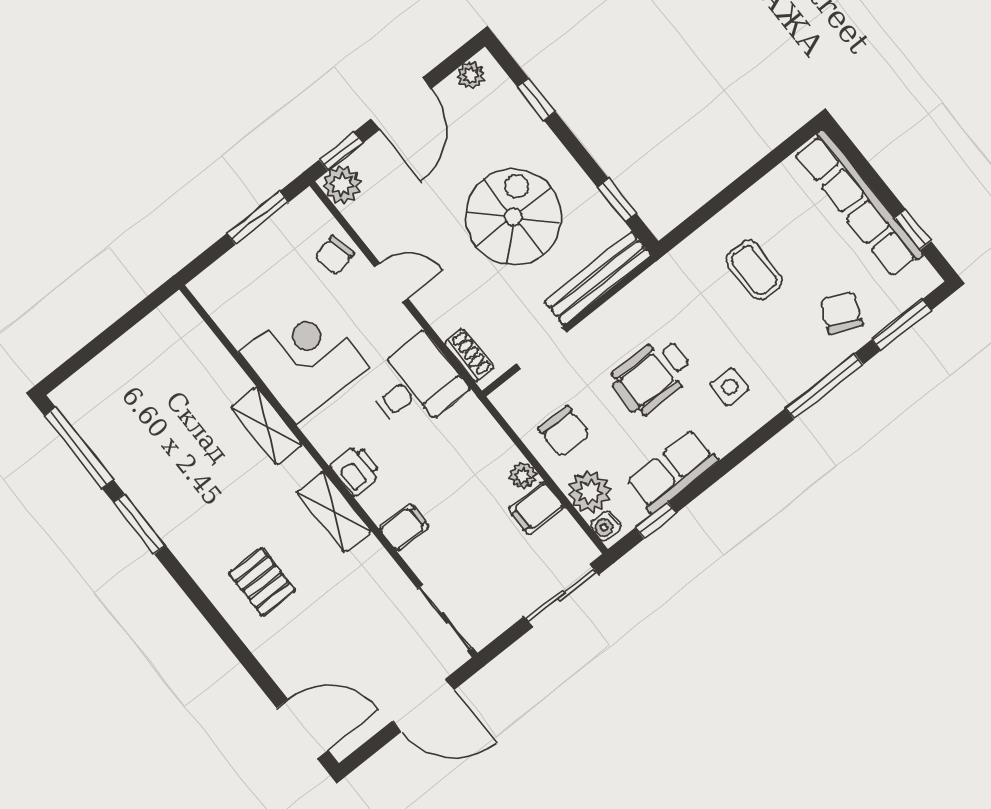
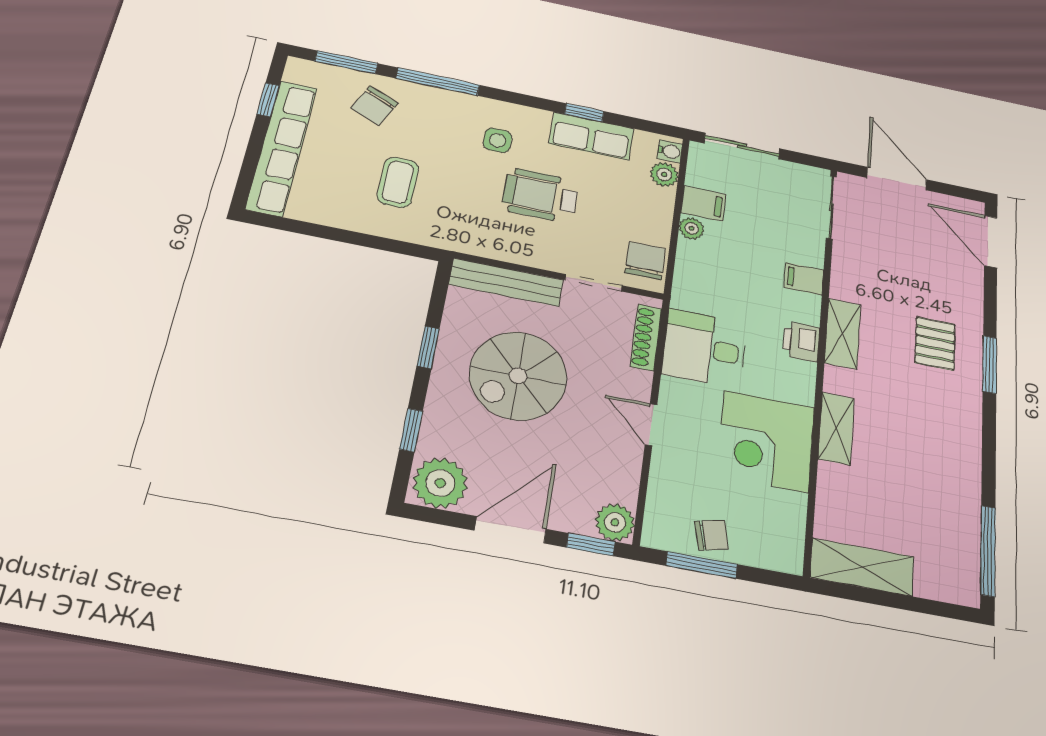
plant: (471, 75) -> (440, 483), width x1.88, depth x1.88
window: (617, 201) -> (428, 347), moved
chair: (335, 255) -> (712, 535), moved
shelving: (152, 337) -> (862, 567), added
shoe rack: (469, 355) -> (646, 337), width x1.43
wheelchair: (652, 376) -> (540, 195), turned 180
chair: (564, 432) -> (645, 261), moved
plant: (589, 492) -> (664, 174), width x0.73, depth x0.73
window: (656, 520) -> (584, 113), moved
window: (139, 524) -> (990, 364), moved

